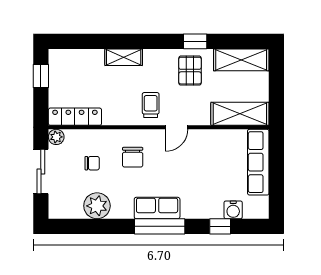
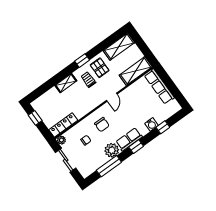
window: (195, 41) -> (82, 61), moved
trolley: (151, 105) -> (88, 80), moved
plant: (97, 206) -> (112, 150), moved
water cooler: (233, 210) -> (151, 124), moved
window: (99, 226) -> (109, 166), added
window: (160, 226) -> (136, 147), width x0.46

